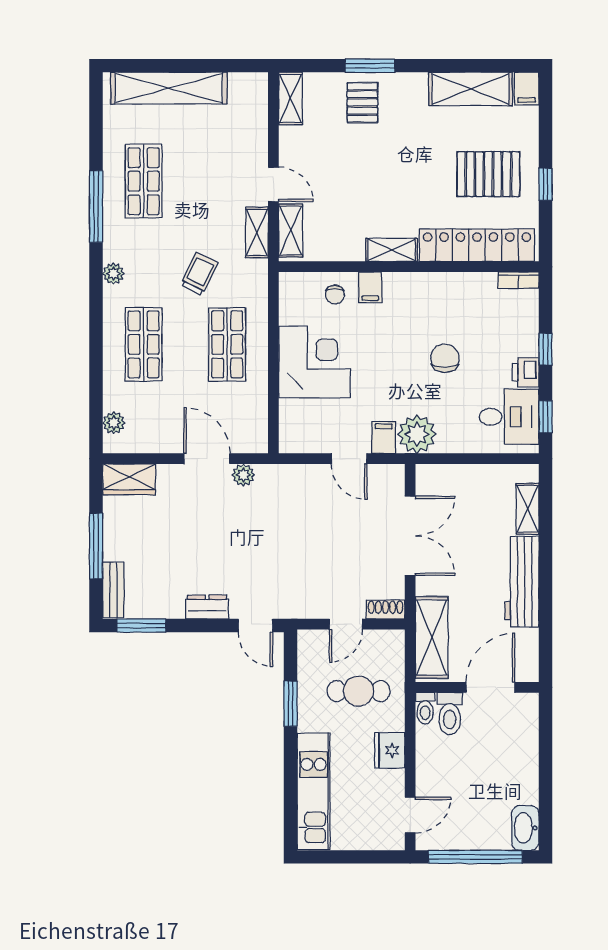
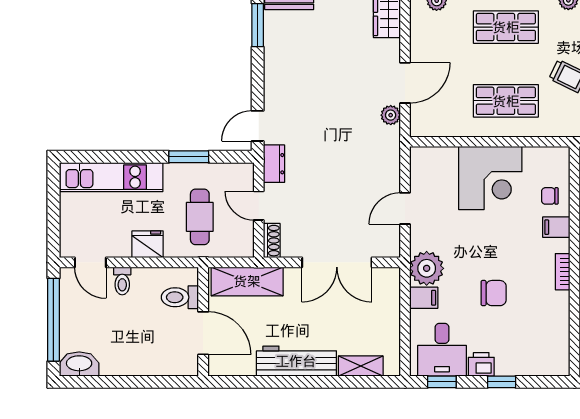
bookcase: (518, 280) -> (563, 272), moved
filing cabinet: (384, 437) -> (424, 298), moved
dresser: (207, 607) -> (274, 164), moved
toilet: (425, 708) -> (122, 281), moved, turned -90

